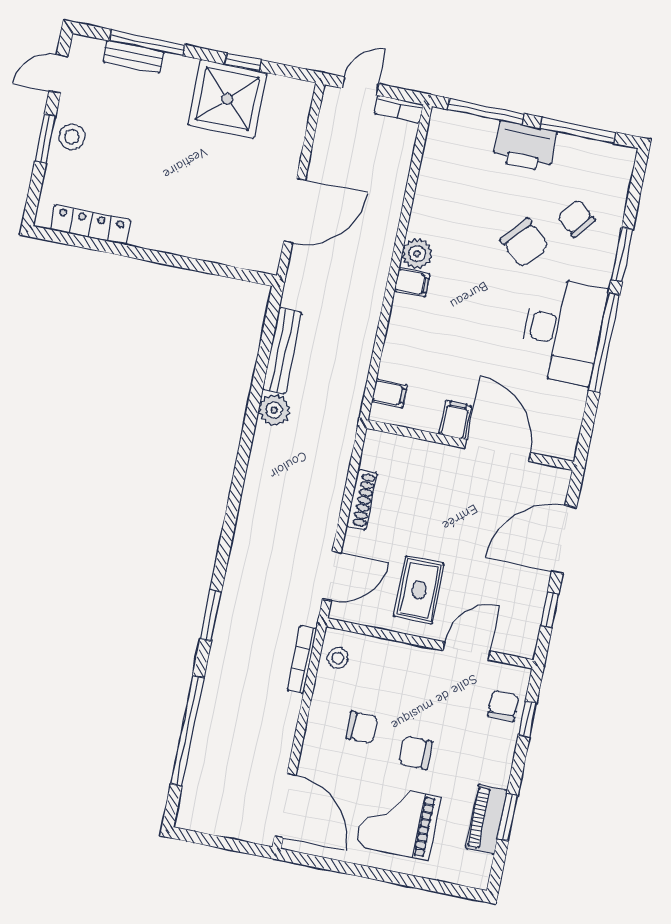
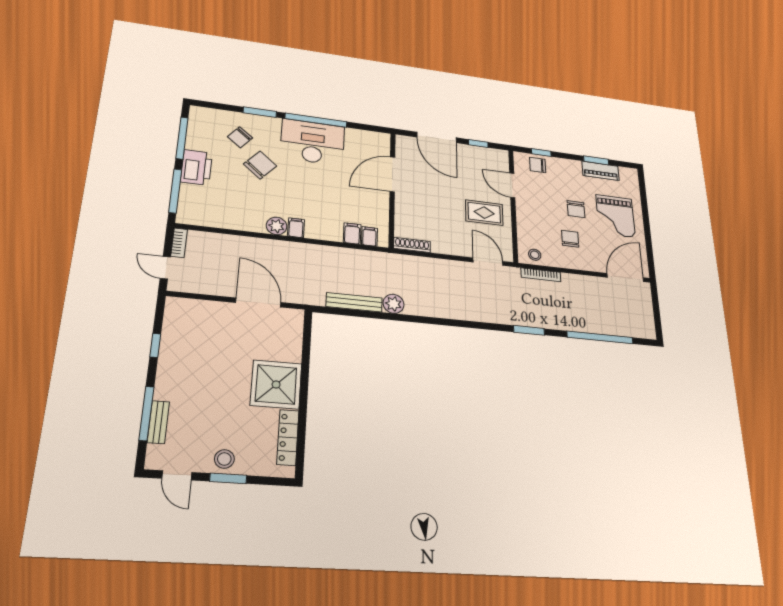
shower: (227, 99) -> (276, 385), moved
filing cabinet: (455, 420) -> (352, 234), moved, turned 90
shoe rack: (362, 500) -> (412, 245), moved

